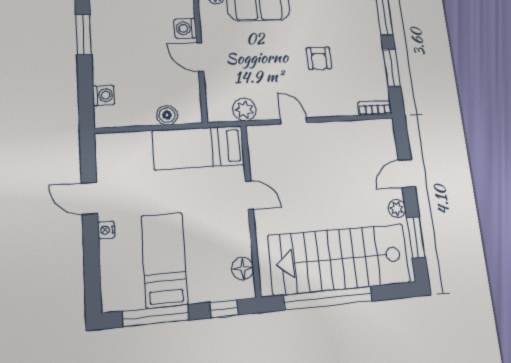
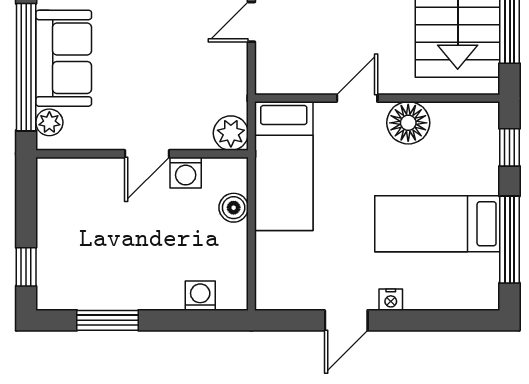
washing machine: (185, 28) -> (186, 173), moved
plant: (245, 110) -> (231, 133), moved
floor lamp: (243, 269) -> (408, 123), moved, width x1.38, depth x1.38

